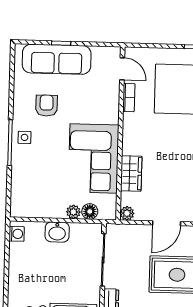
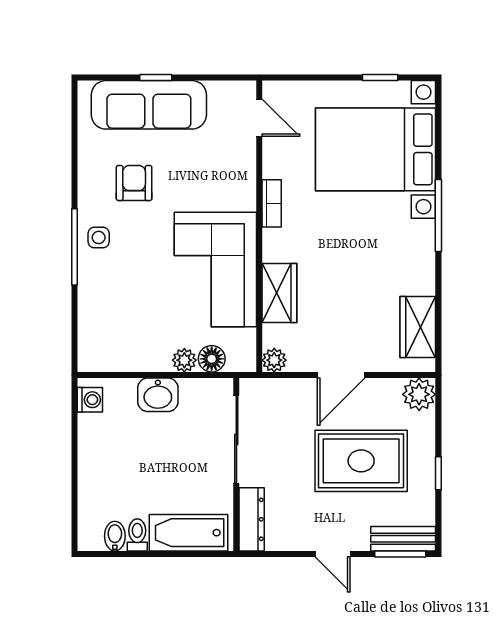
bookcase: (129, 98) -> (272, 203), moved

